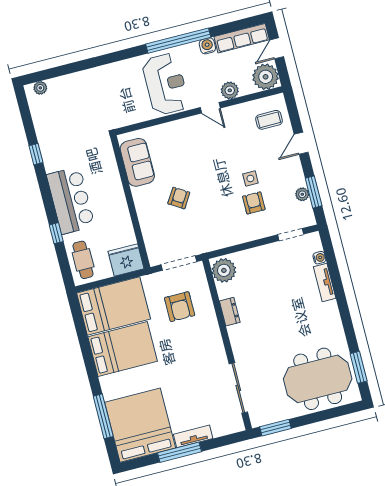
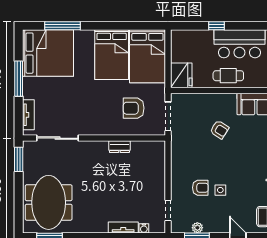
cafe table: (83, 260) -> (228, 76), moved
plant: (224, 270) -> (153, 150), removed
tv unit: (193, 436) -> (28, 115), moved

